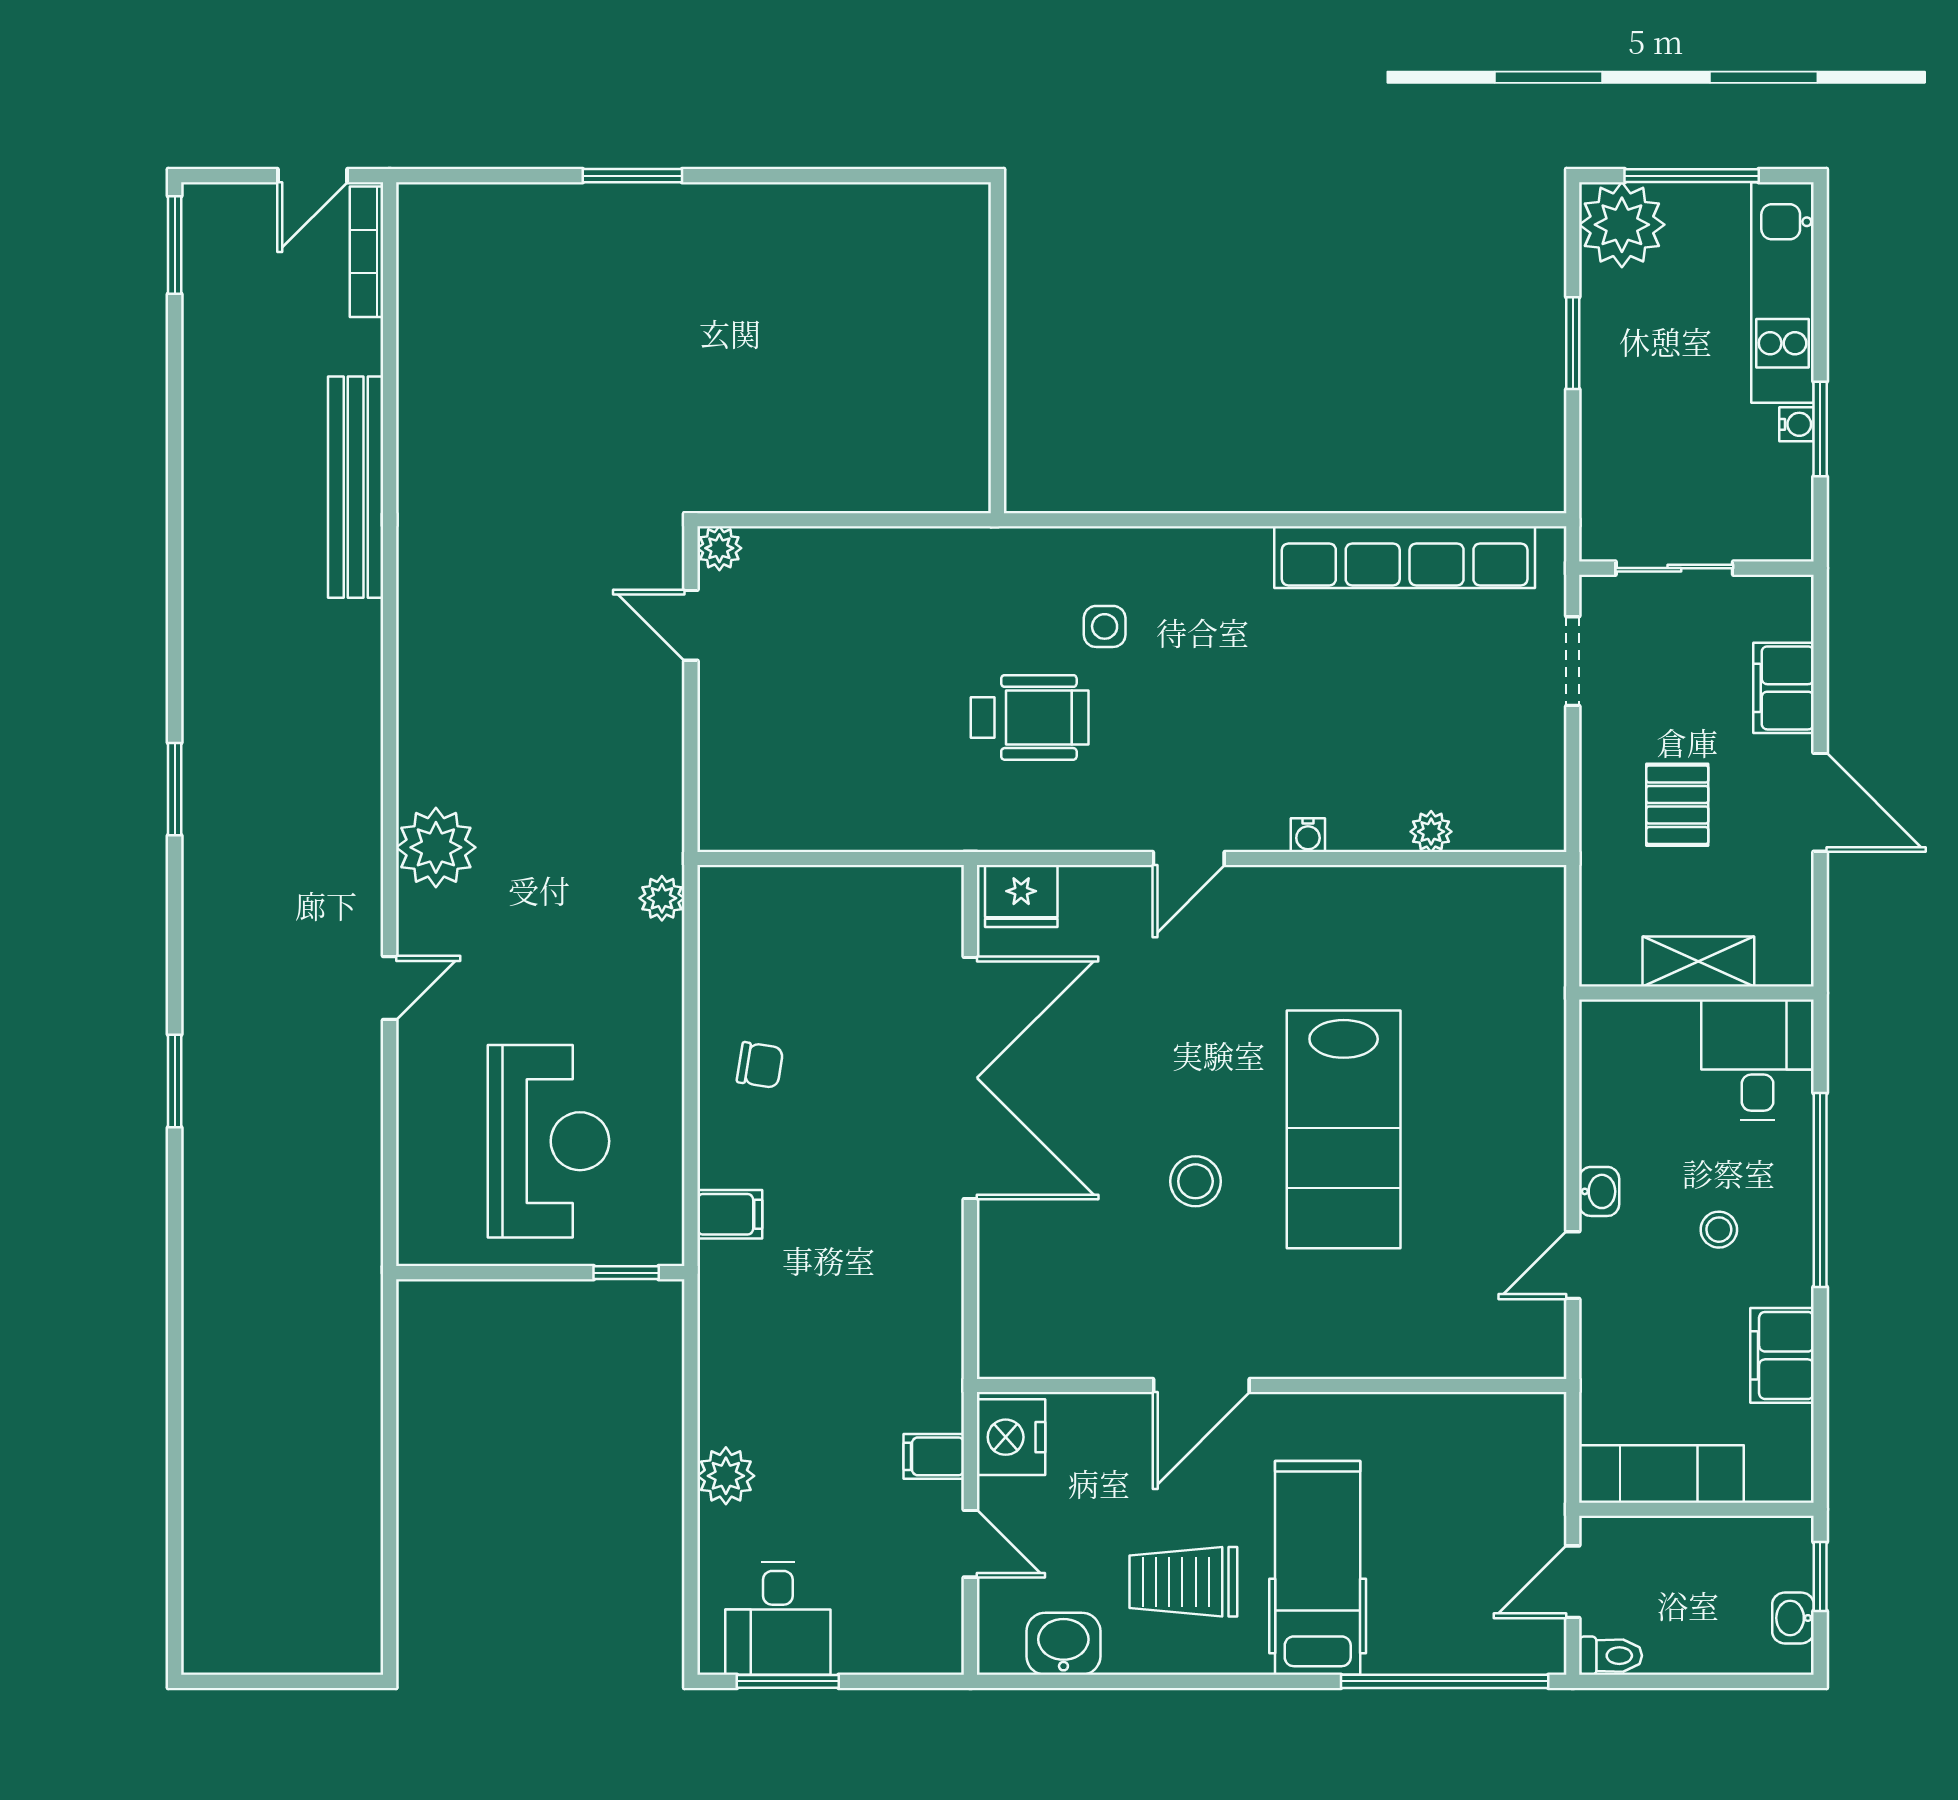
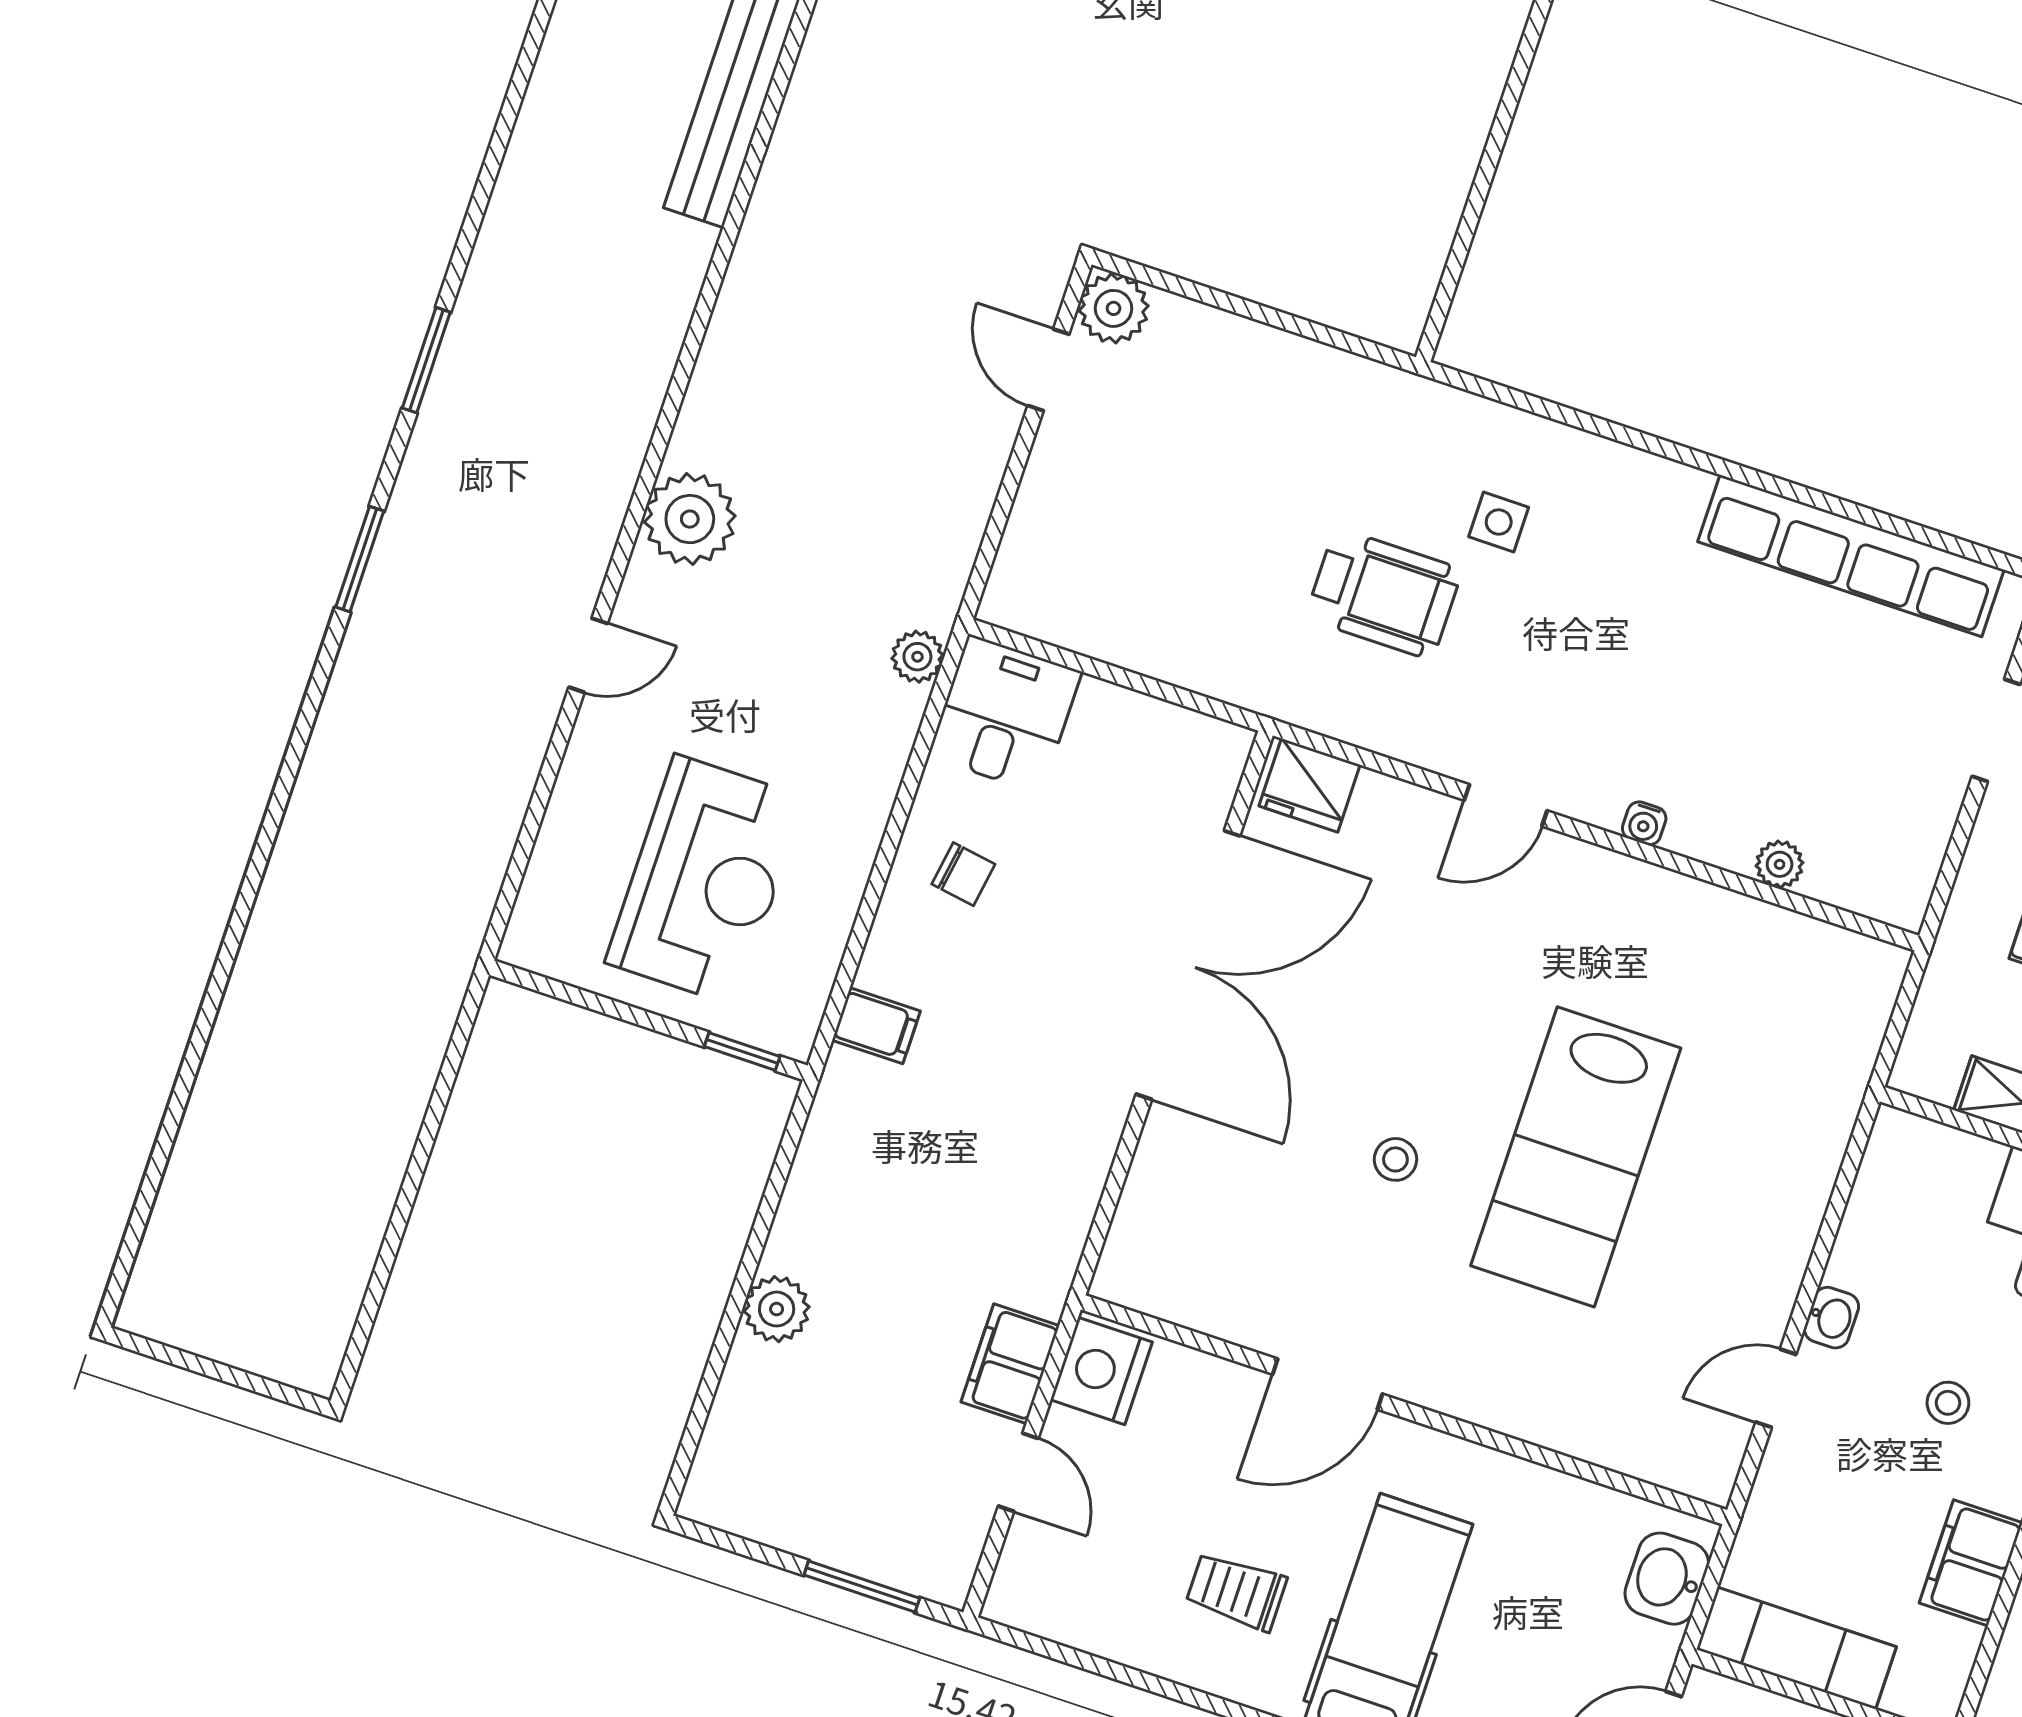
plant: (719, 548) -> (1114, 308), width x1.38, depth x1.38
window: (175, 1081) -> (360, 559), moved
stool: (1195, 1181) -> (1395, 1159), width x0.73, depth x0.73
filing cabinet: (934, 1456) -> (1010, 1364), width x2.00
trolley: (1183, 1582) -> (1236, 1591), width x0.73, depth x0.72
desk: (778, 1618) -> (1005, 714), moved, turned 180
washbasin: (1063, 1644) -> (1667, 1579), moved, turned -90
window: (788, 1681) -> (862, 1587), moved

